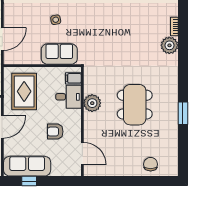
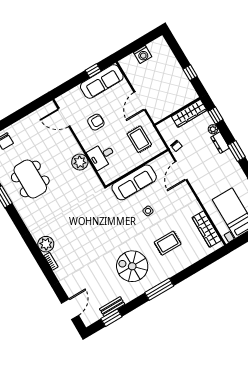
sofa: (59, 54) -> (134, 182), width x1.36
filing cabinet: (73, 78) -> (106, 173), removed
rug: (24, 91) -> (139, 139), width x0.73, depth x0.70
dining table: (135, 105) -> (30, 179), moved

